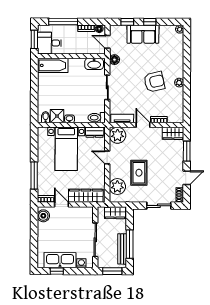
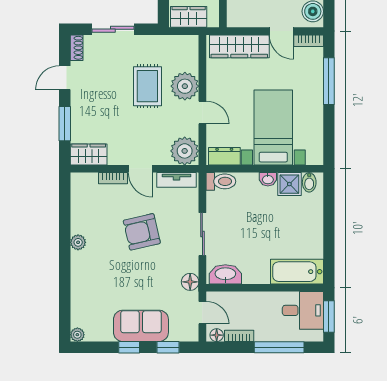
armchair: (154, 82) -> (142, 232), moved
plant: (117, 187) -> (185, 86), moved

